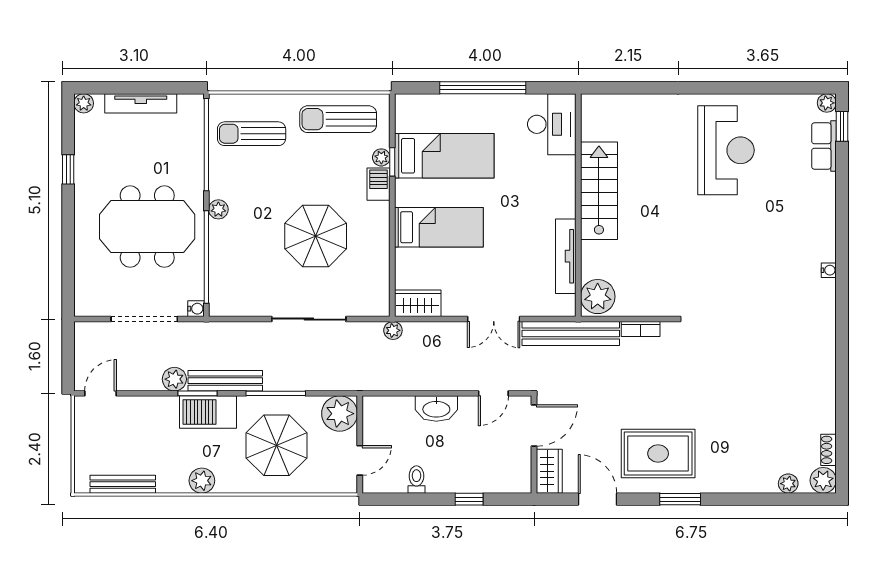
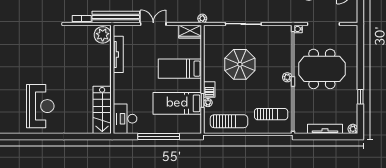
reception desk: (726, 150) -> (40, 106), turned 180
stairs: (599, 191) -> (102, 110), moved

